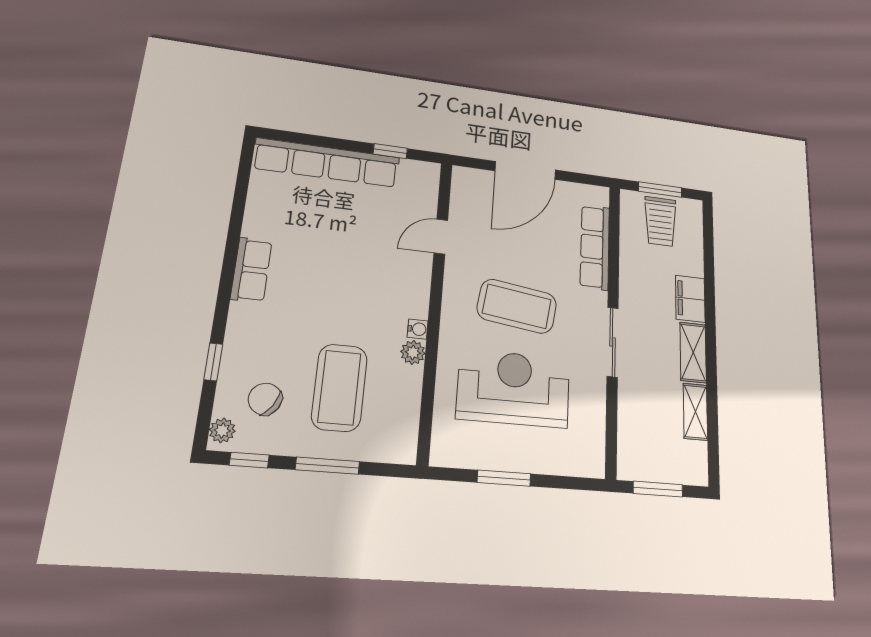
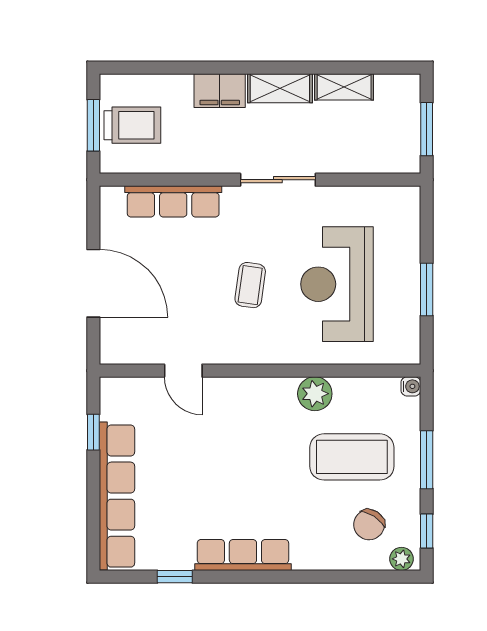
row of seats: (251, 270) -> (243, 555), width x1.48
coffee table: (517, 306) -> (250, 285), width x0.54, depth x0.58
water cooler: (418, 329) -> (411, 386), moved, turned 90
plant: (413, 352) -> (315, 394), width x1.38, depth x1.38
window: (213, 362) -> (175, 577), moved

